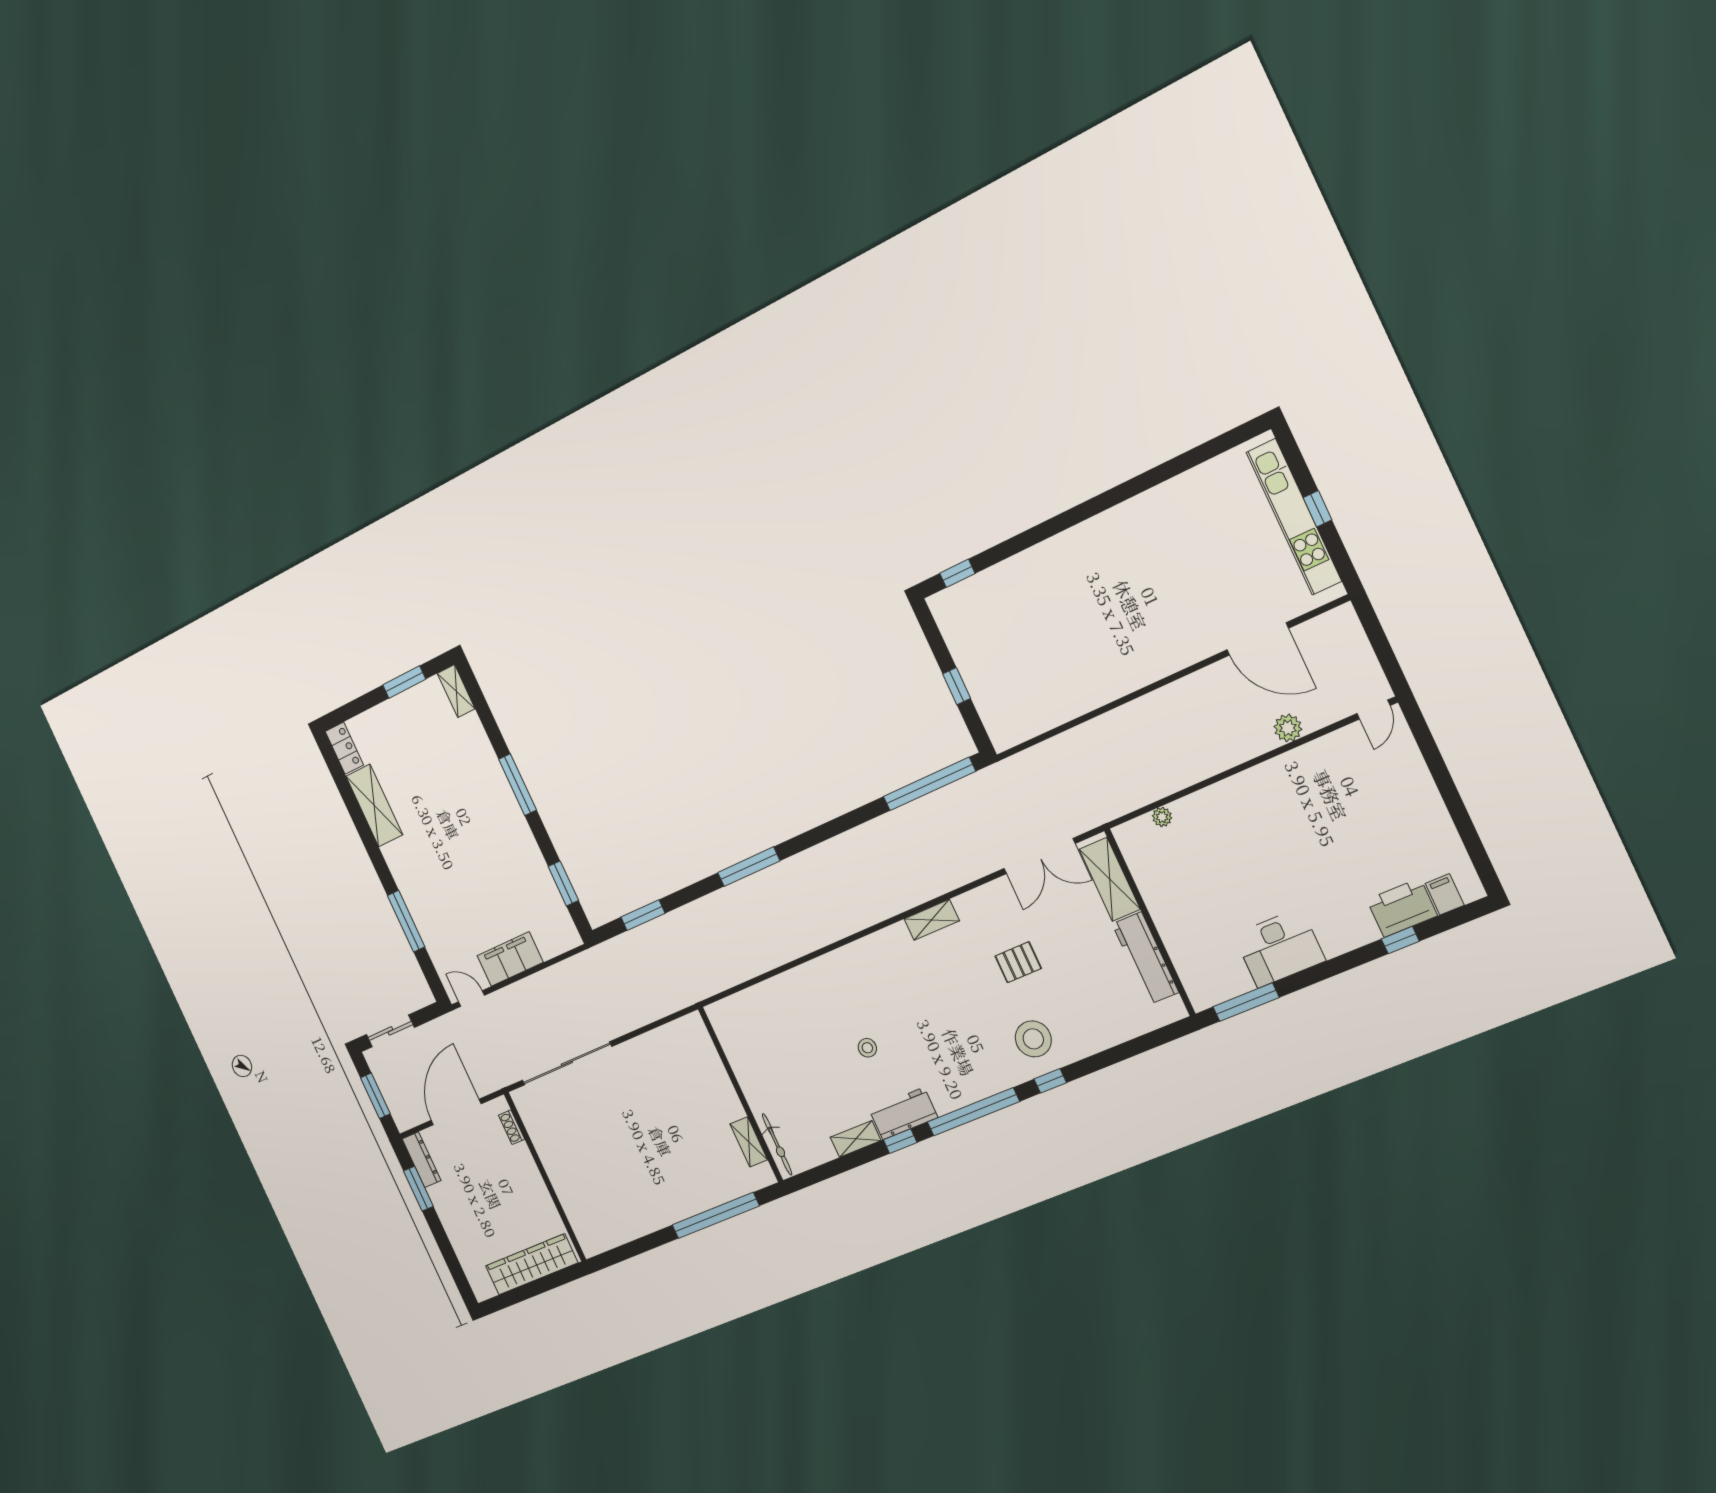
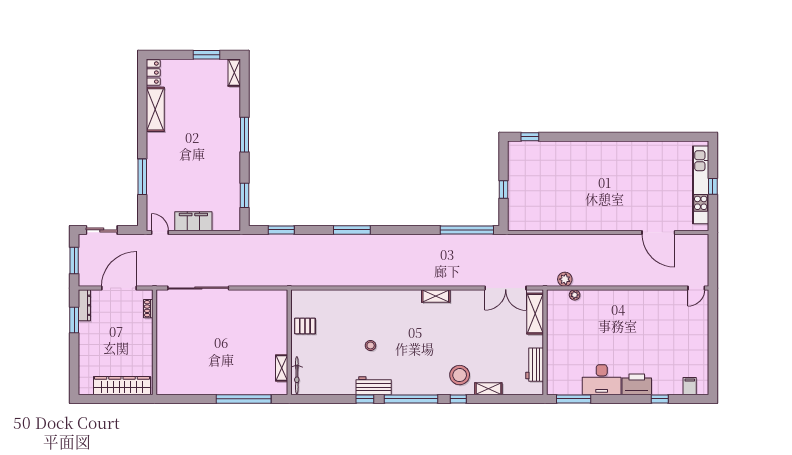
plant: (1288, 728) -> (565, 279), moved
printer: (1402, 908) -> (637, 384), moved
workbench: (1145, 958) -> (535, 365), width x0.73
pallet: (1018, 962) -> (305, 326), moved
shelving: (856, 1139) -> (488, 389), moved

